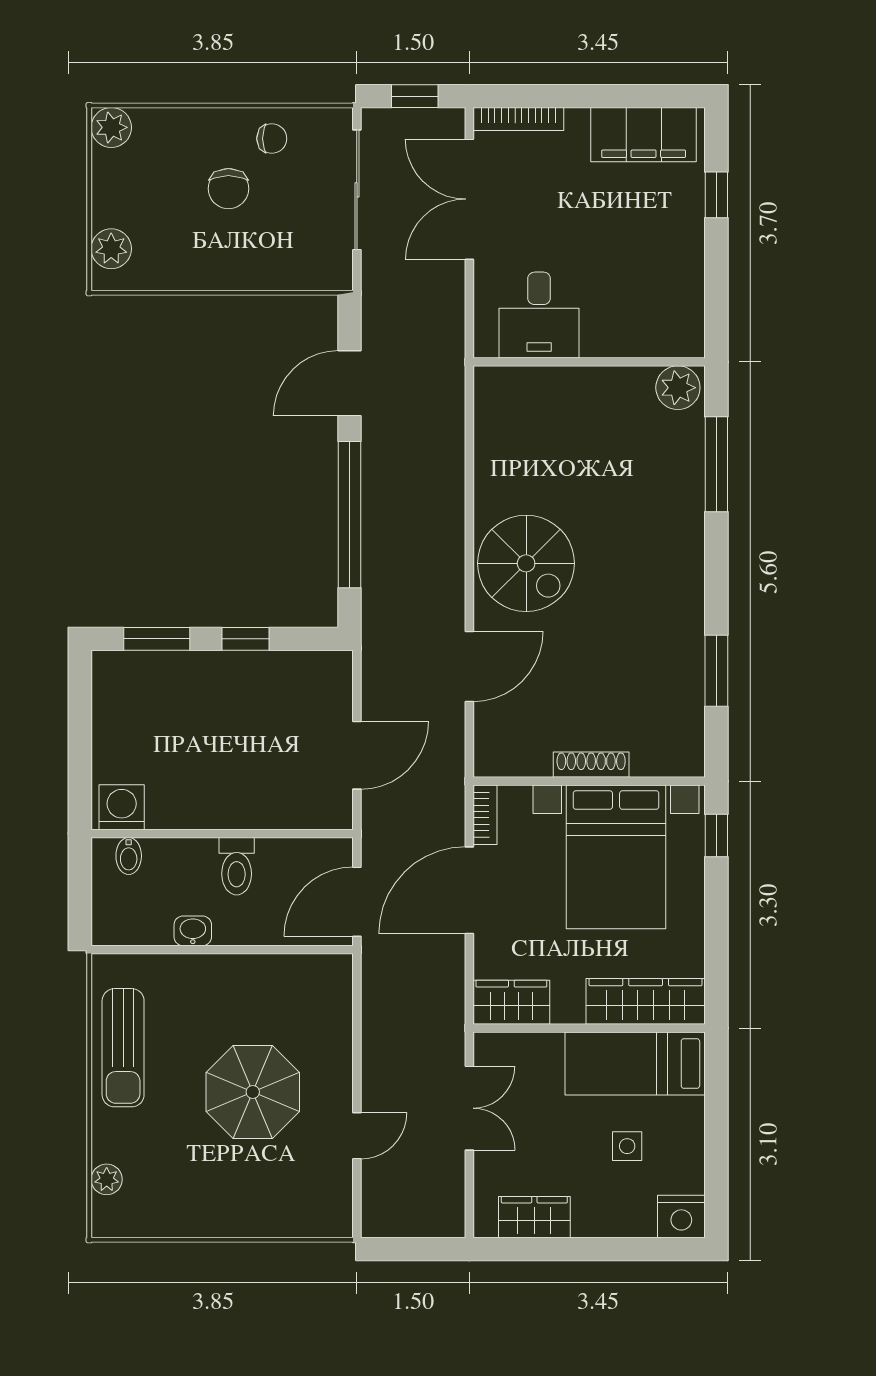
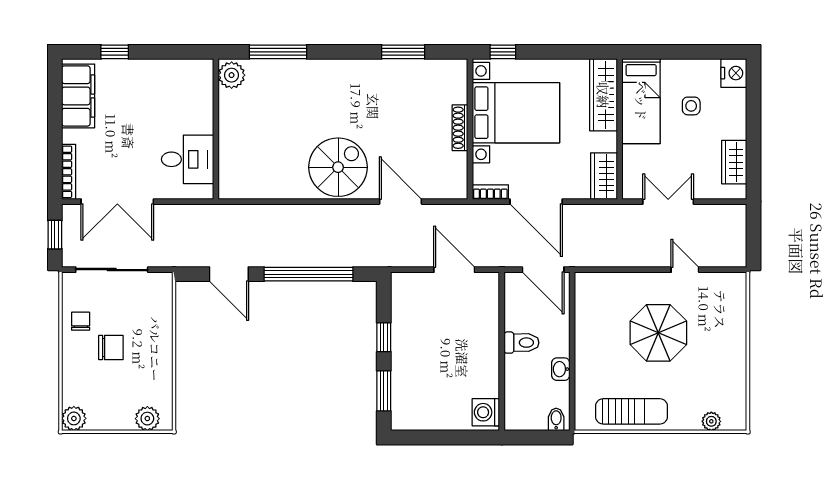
bidet: (129, 856) -> (556, 419), moved, turned -90

